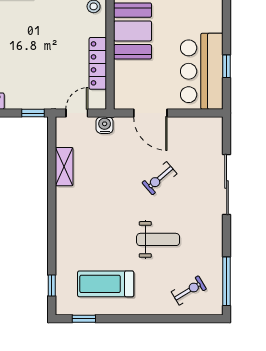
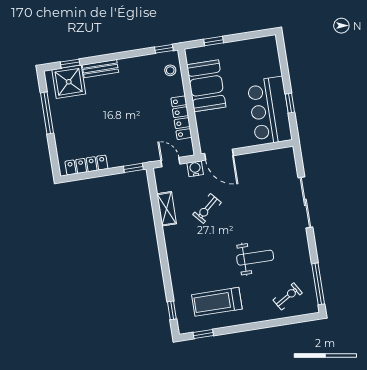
door: (77, 113) -> (170, 162), hinge flipped
door: (150, 113) -> (219, 155), moved
exercise bike: (159, 178) -> (207, 208), moved

